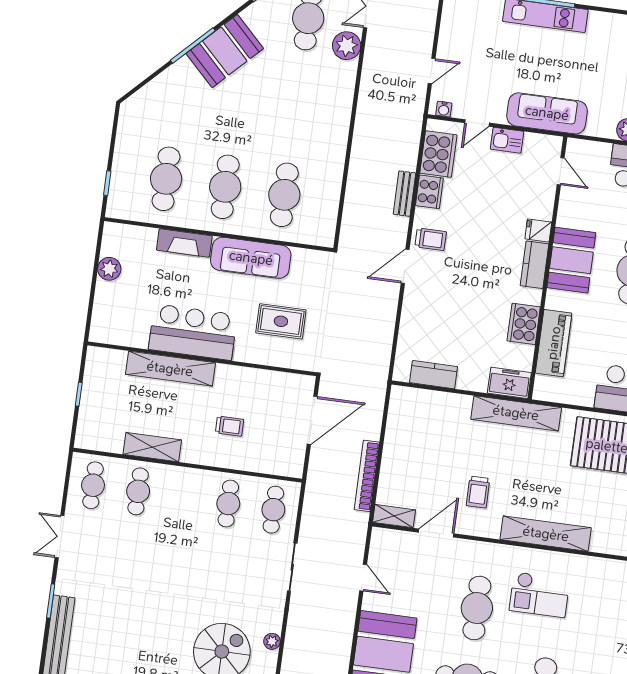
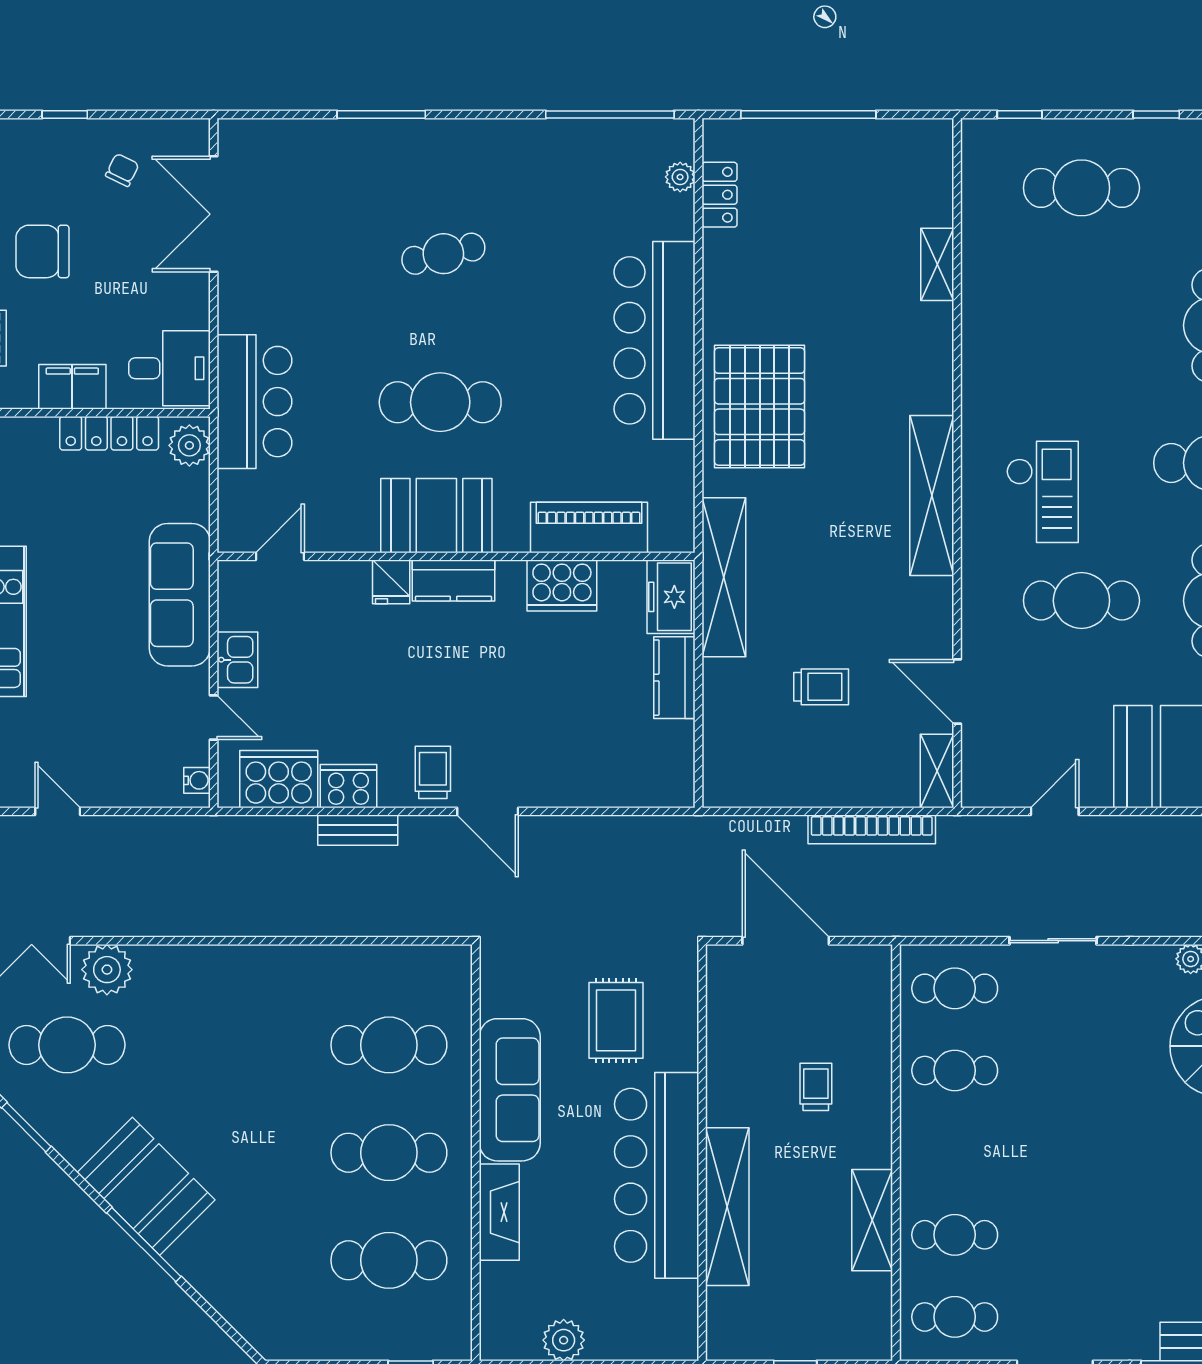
door: (432, 71) -> (58, 811), moved
bar counter: (193, 332) -> (657, 1175), width x1.36
kitchen counter: (434, 375) -> (674, 678), moved
trolley: (478, 492) -> (821, 687), moved

